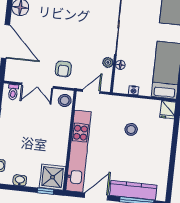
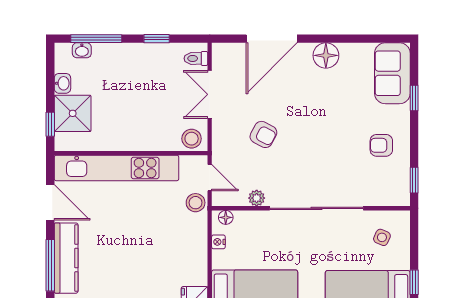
floor lamp: (120, 65) -> (226, 217), moved
armchair: (63, 69) -> (263, 134), moved, turned -152
stool: (131, 129) -> (196, 203), moved
shower: (53, 177) -> (73, 113), moved

